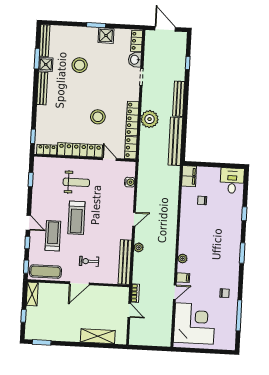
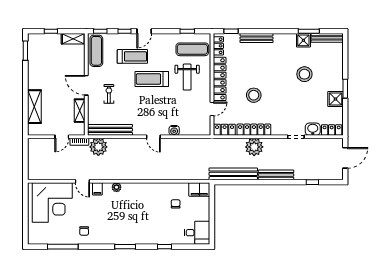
bench: (42, 88) -> (257, 38), moved
exercise mat: (49, 176) -> (192, 49), added
water cooler: (130, 182) -> (174, 130), moved
plant: (139, 247) -> (98, 147), moved, width x1.87, depth x1.87
shelving: (104, 291) -> (80, 111), added

